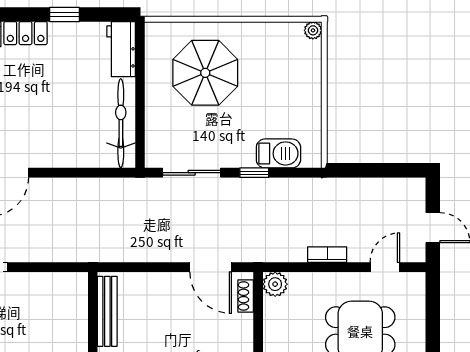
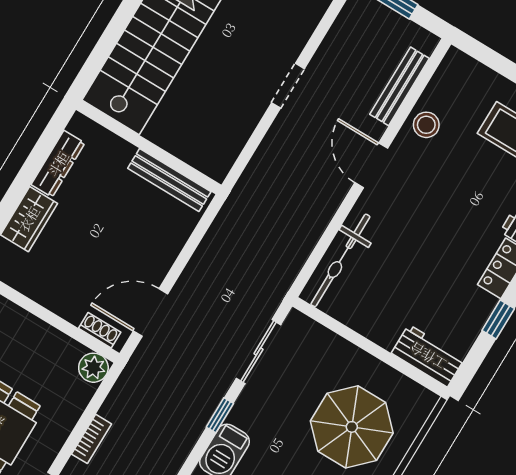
bicycle: (121, 123) -> (340, 260), moved, turned 90

